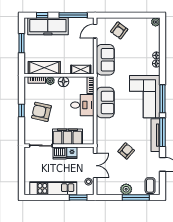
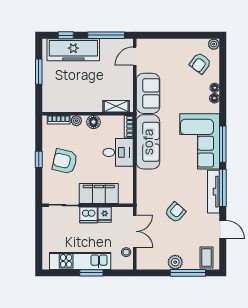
armchair: (119, 30) -> (200, 63), moved
shelving: (44, 68) -> (69, 104), removed
sofa: (105, 102) -> (148, 142), width x1.36
window: (78, 197) -> (91, 273), moved

